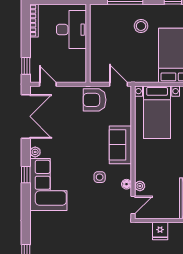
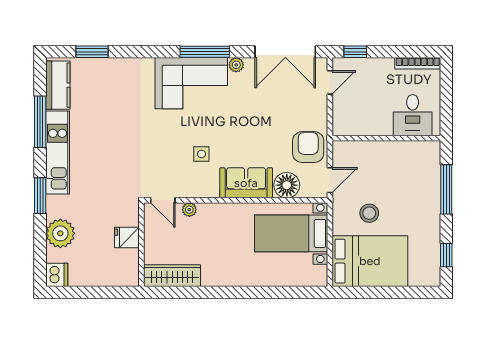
stool: (141, 26) -> (369, 213), moved
desk: (71, 30) -> (413, 115), width x0.73
window: (26, 175) -> (205, 52), width x2.17
floor lamp: (127, 184) -> (287, 185), moved, width x1.89, depth x1.89

